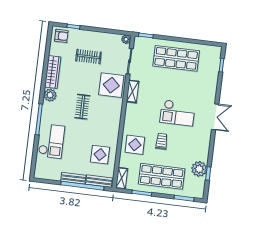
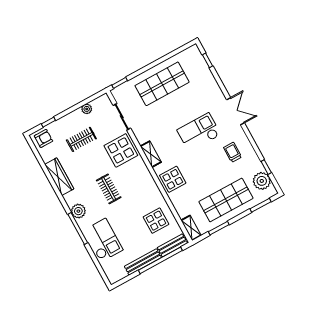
plant: (126, 39) -> (87, 109), moved
shelving: (133, 91) -> (151, 154), moved
plant: (50, 95) -> (78, 211), moved
checkout: (177, 113) -> (199, 132), turned 180
trolley: (162, 141) -> (233, 152), moved
display table: (135, 145) -> (173, 179), moved
plant: (199, 169) -> (262, 181), moved
bench: (73, 178) -> (143, 262), width x1.36

